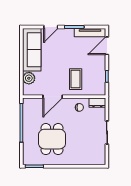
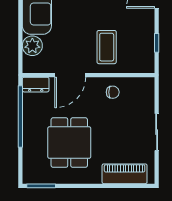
dresser: (97, 103) -> (36, 85), moved
piano: (87, 159) -> (125, 174), added

